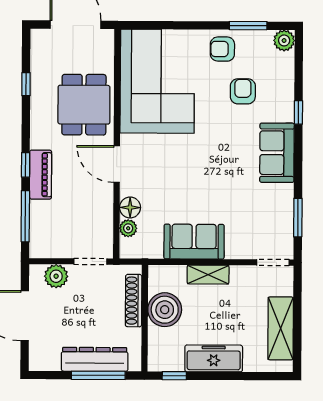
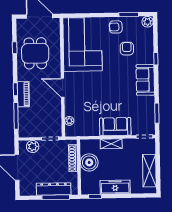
dining table: (84, 105) -> (35, 53), moved
floor lamp: (130, 208) -> (70, 110), removed
sofa: (194, 242) -> (115, 127), moved

